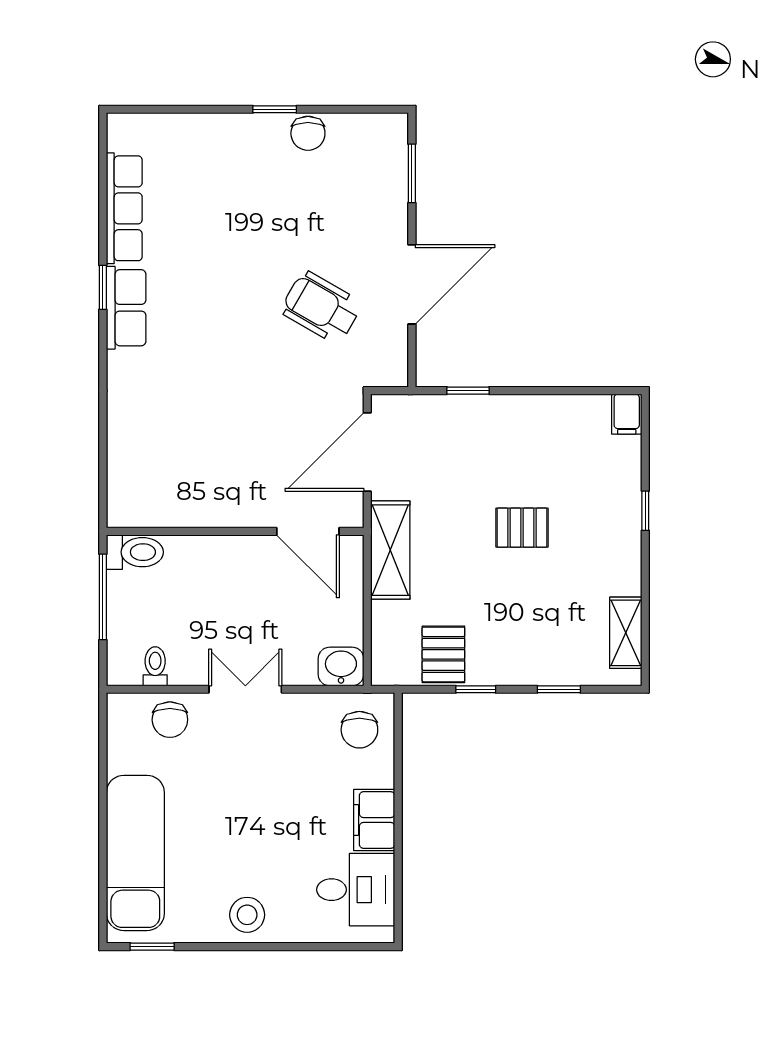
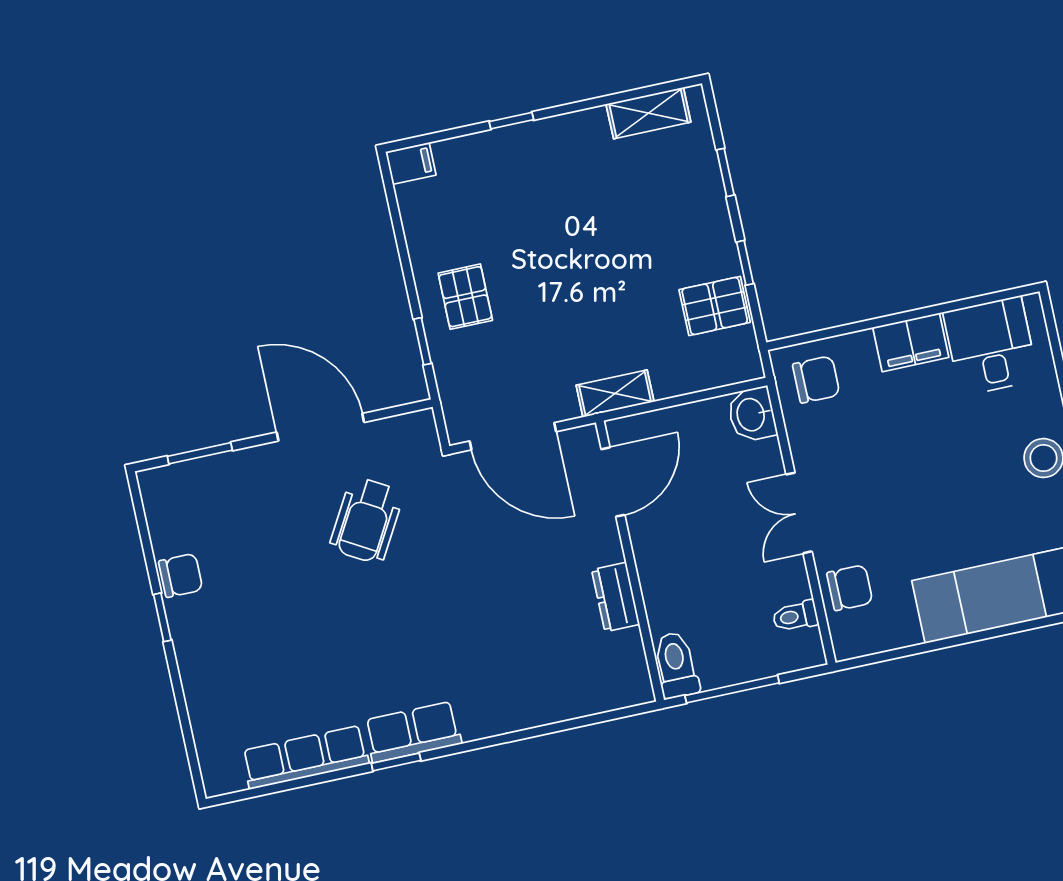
dresser: (206, 512) -> (616, 597), added
pallet: (522, 528) -> (465, 297), moved
shelving: (390, 550) -> (615, 394), width x0.67, depth x0.75

